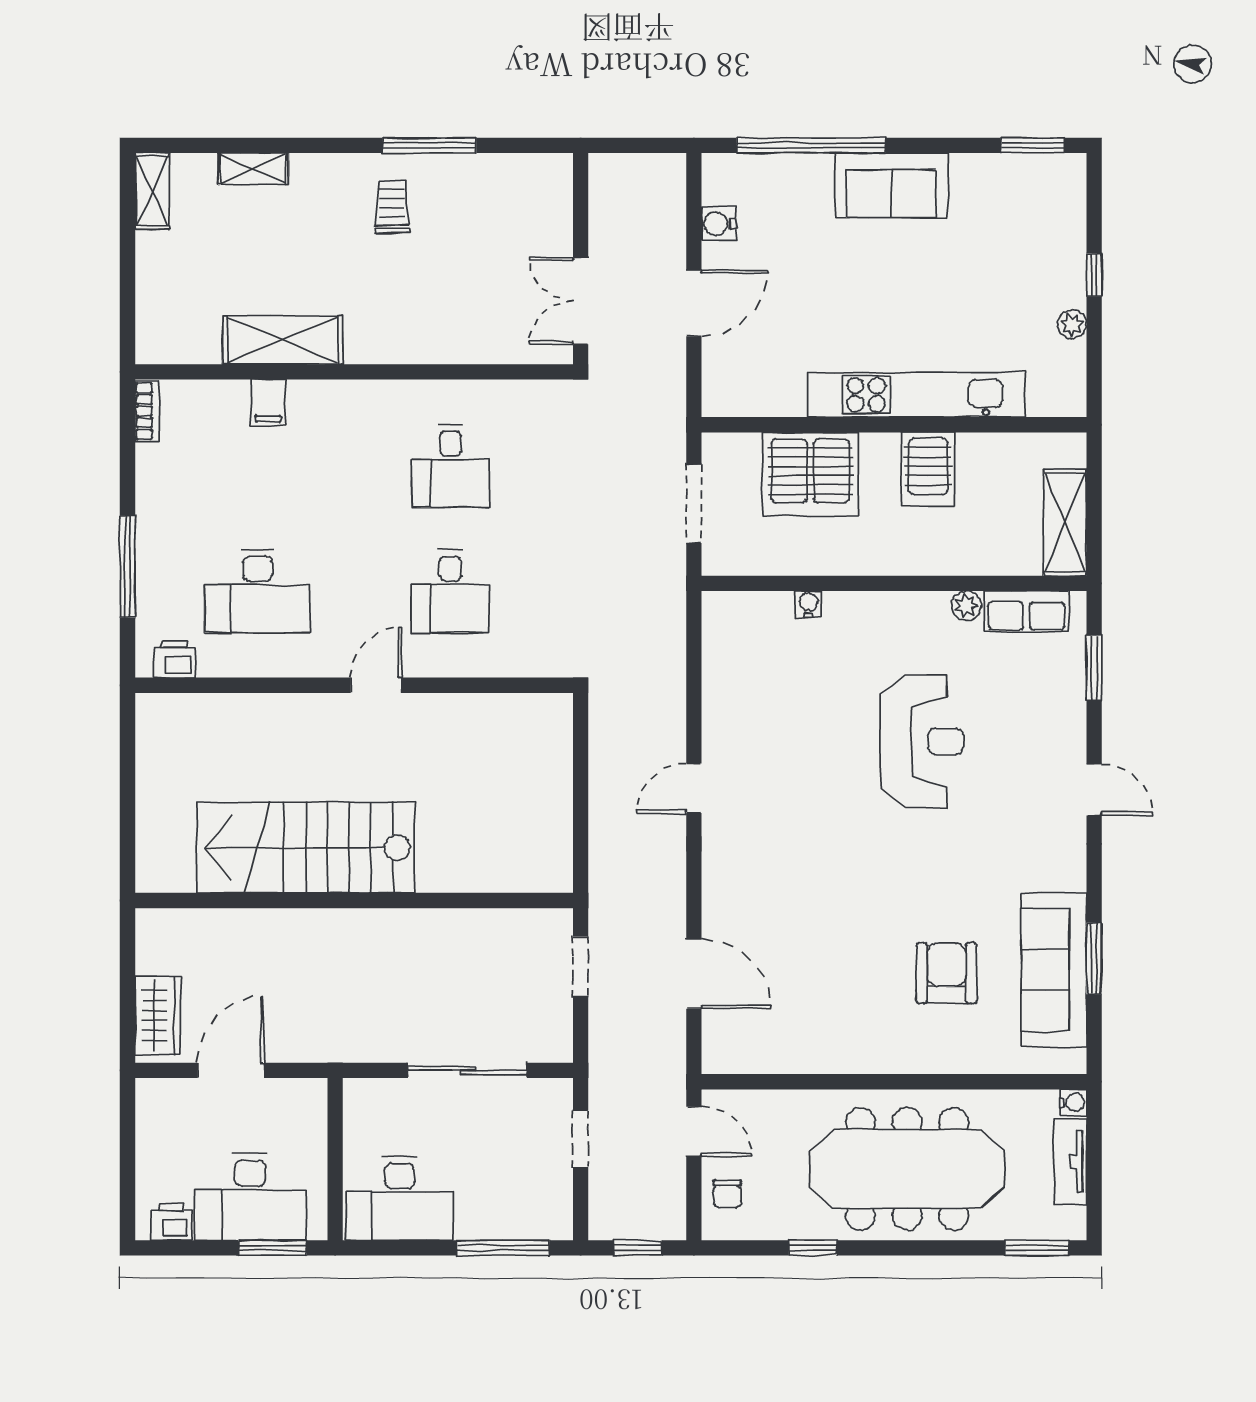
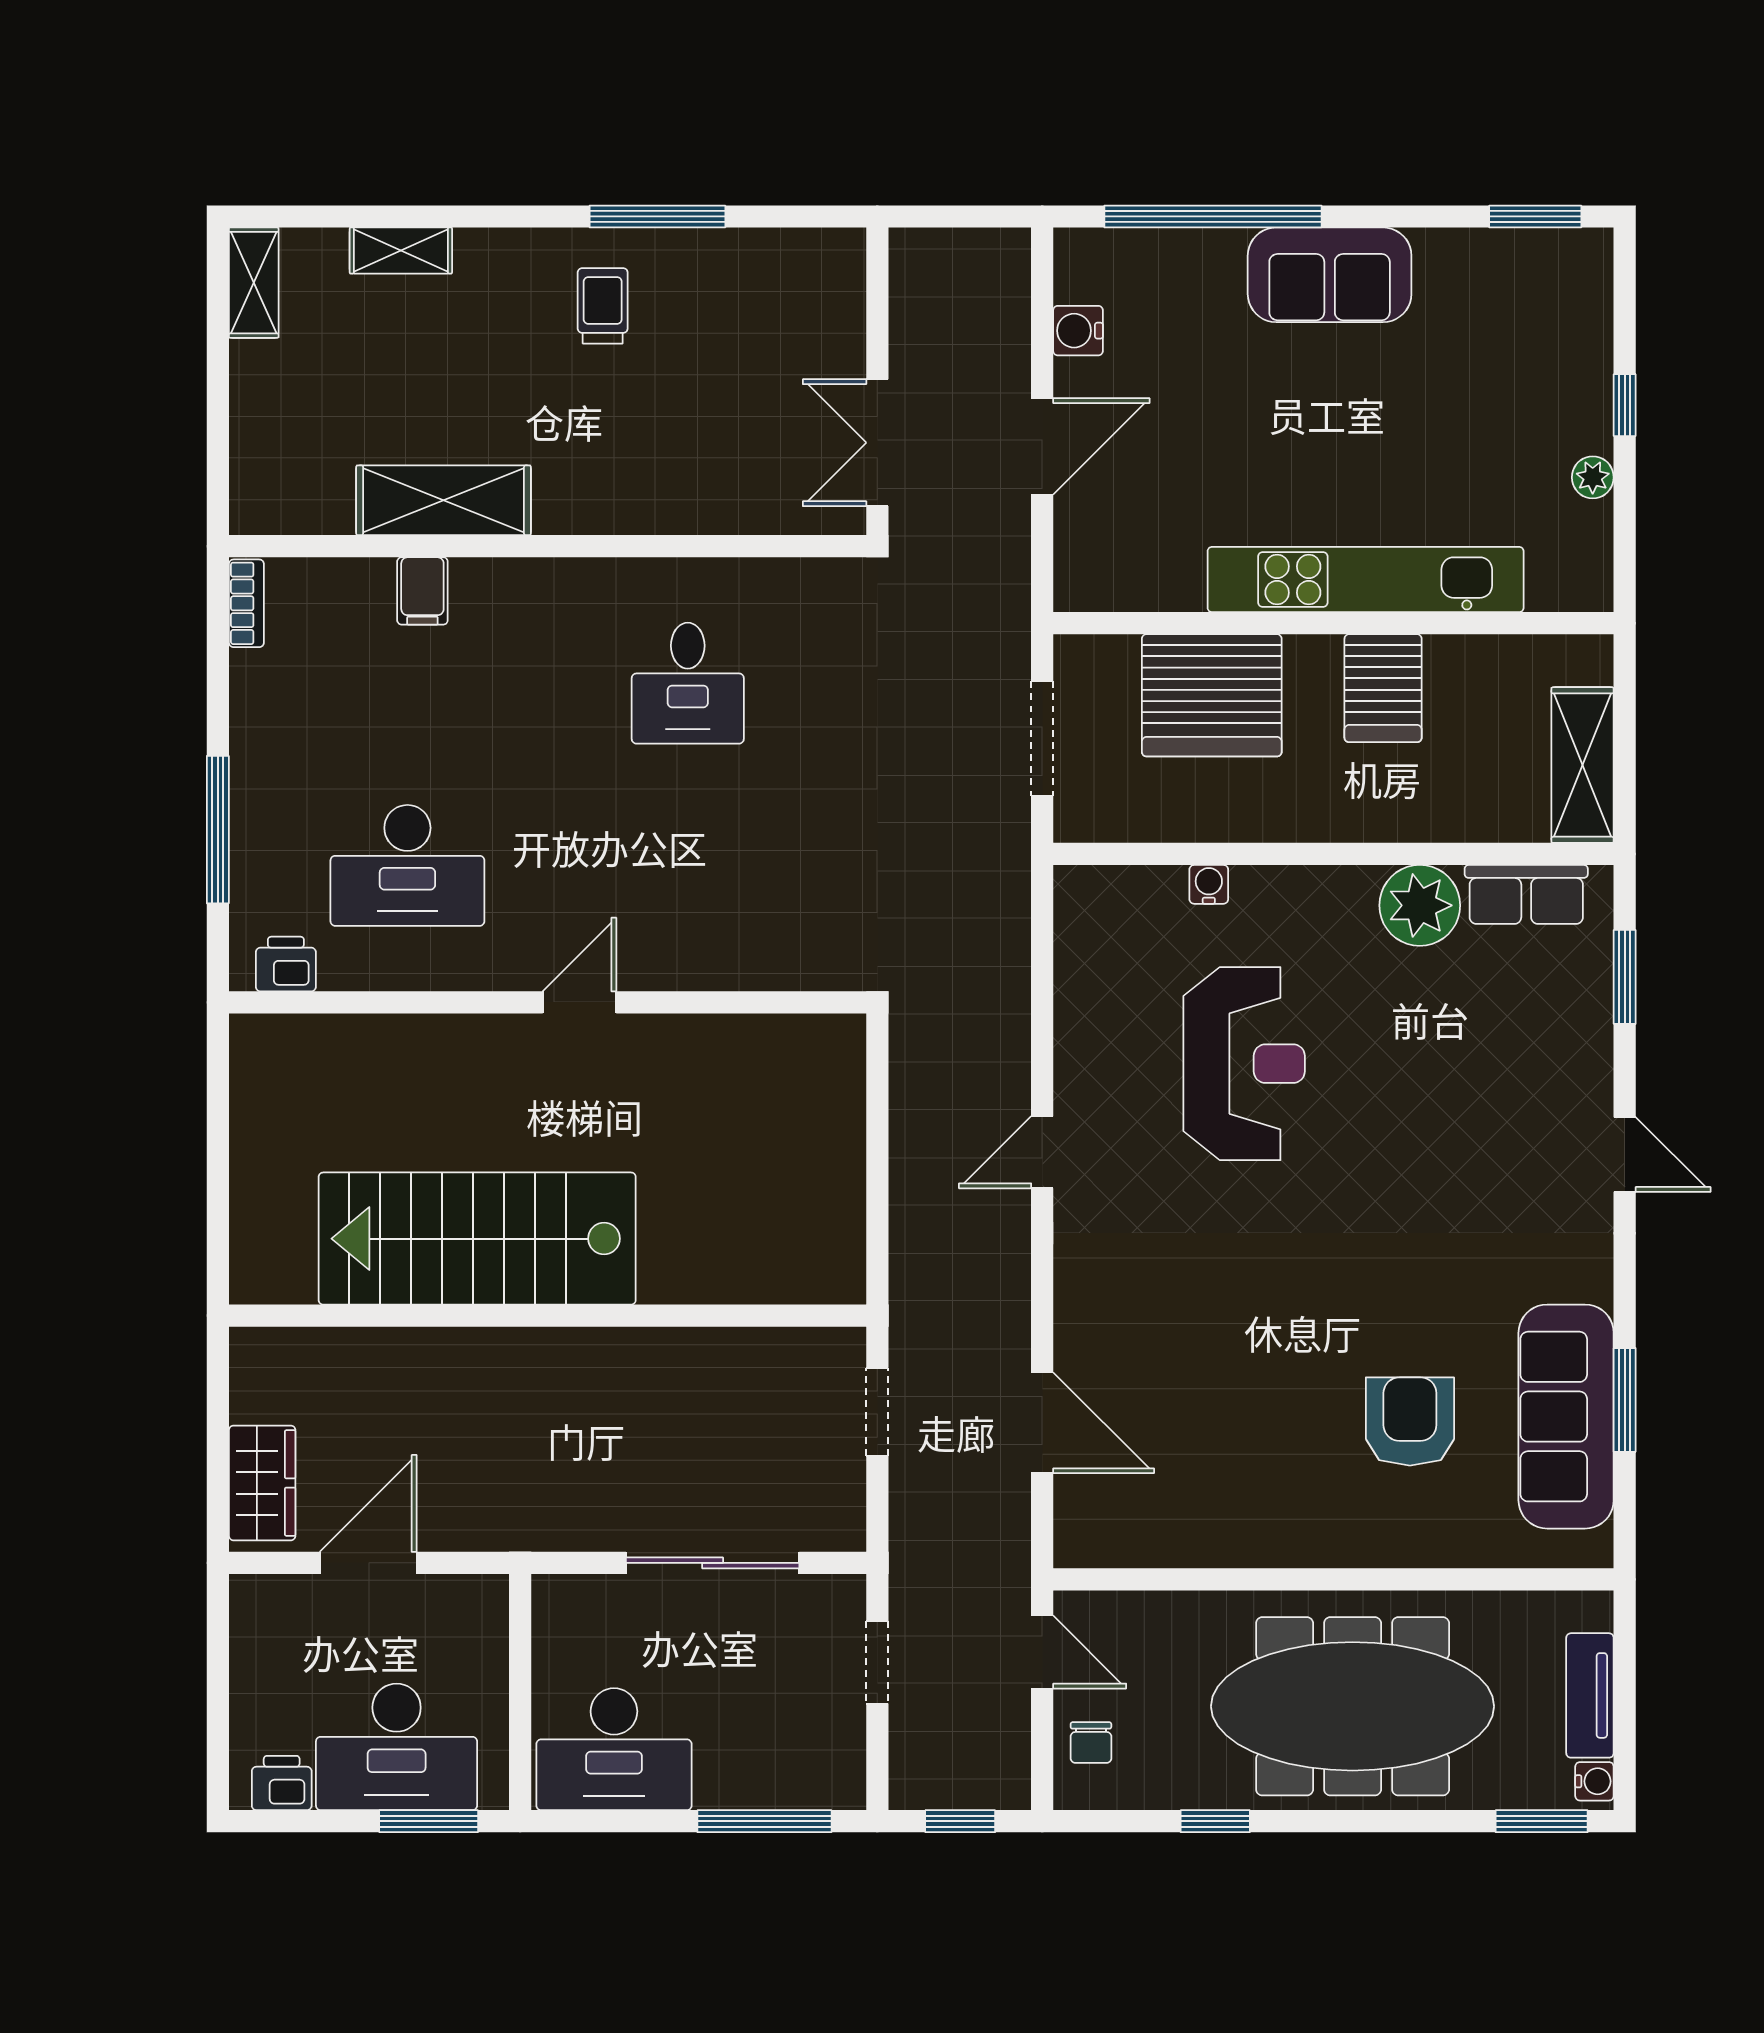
desk: (450, 591) -> (688, 865), removed
plant: (966, 606) -> (1420, 905), width x1.88, depth x1.88
reception desk: (922, 742) -> (1244, 1064), moved
water cooler: (1073, 1102) -> (1594, 1781), moved

